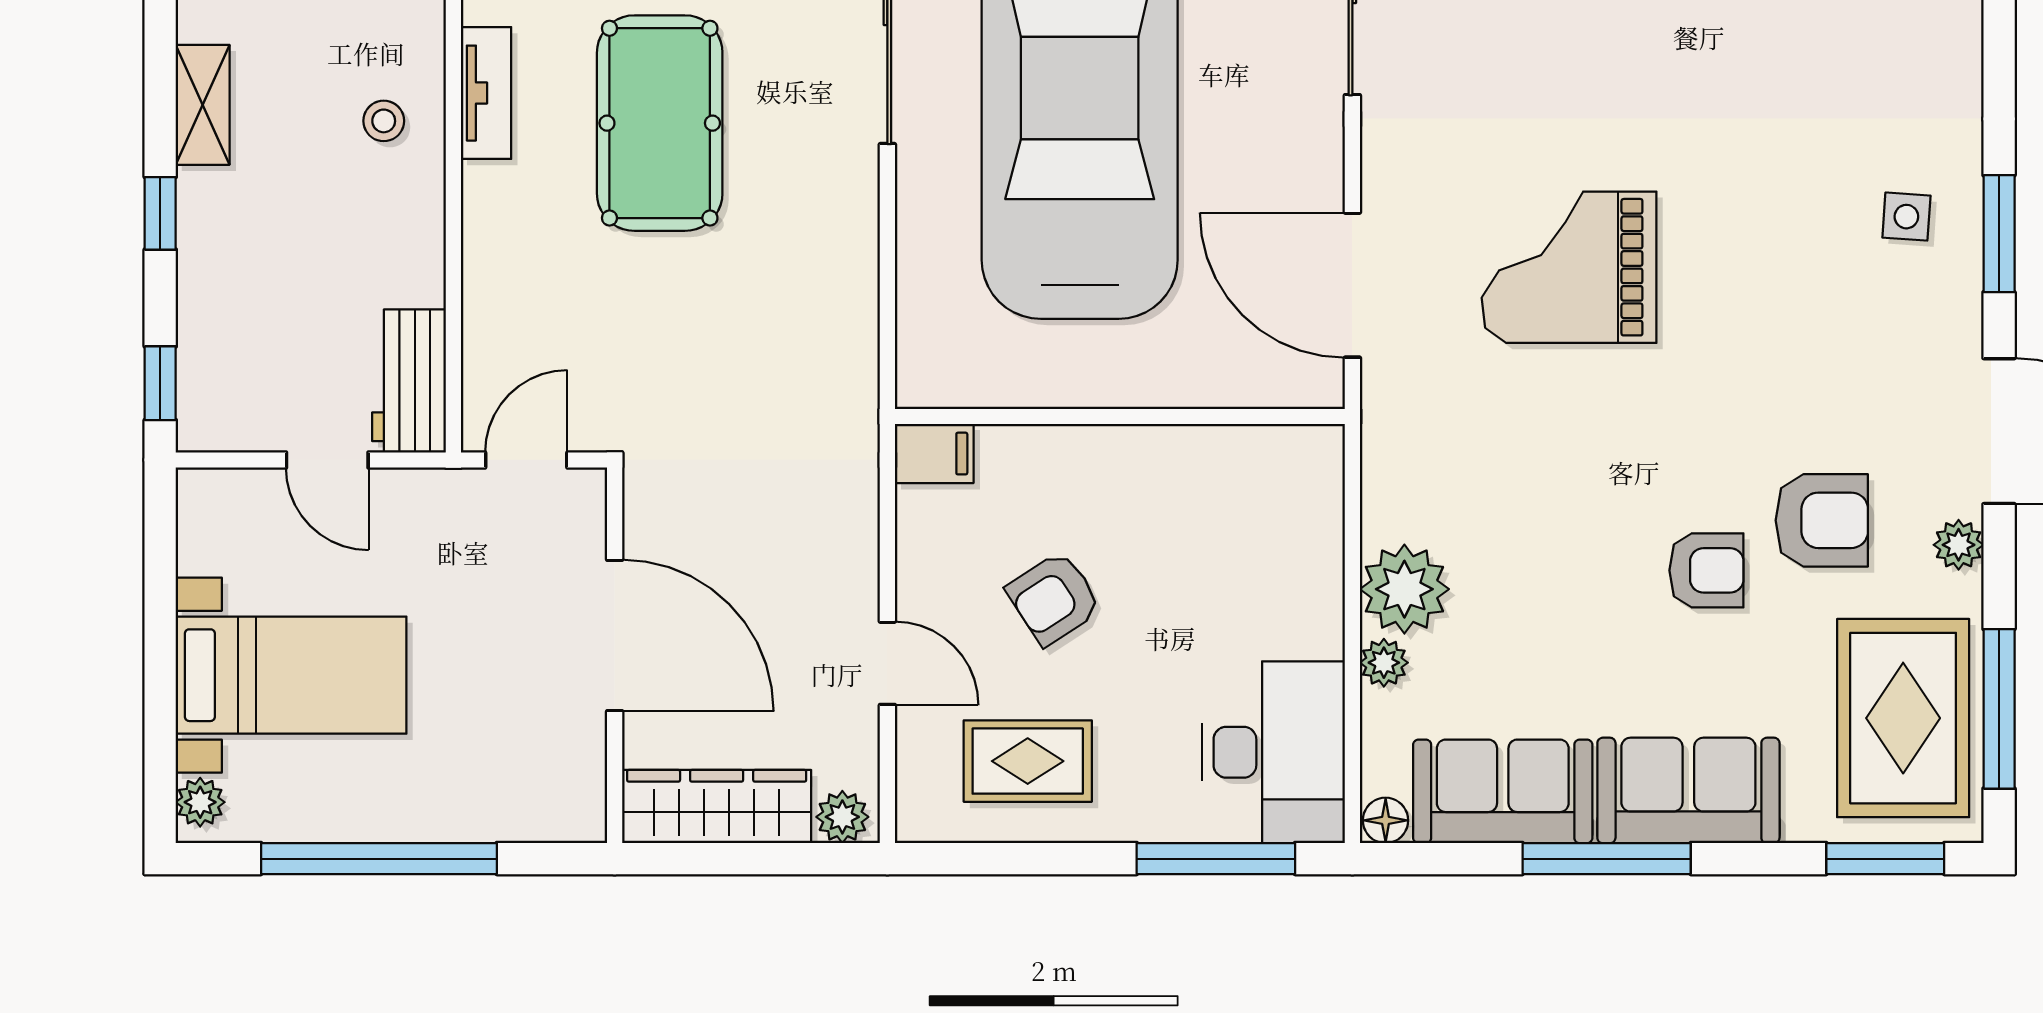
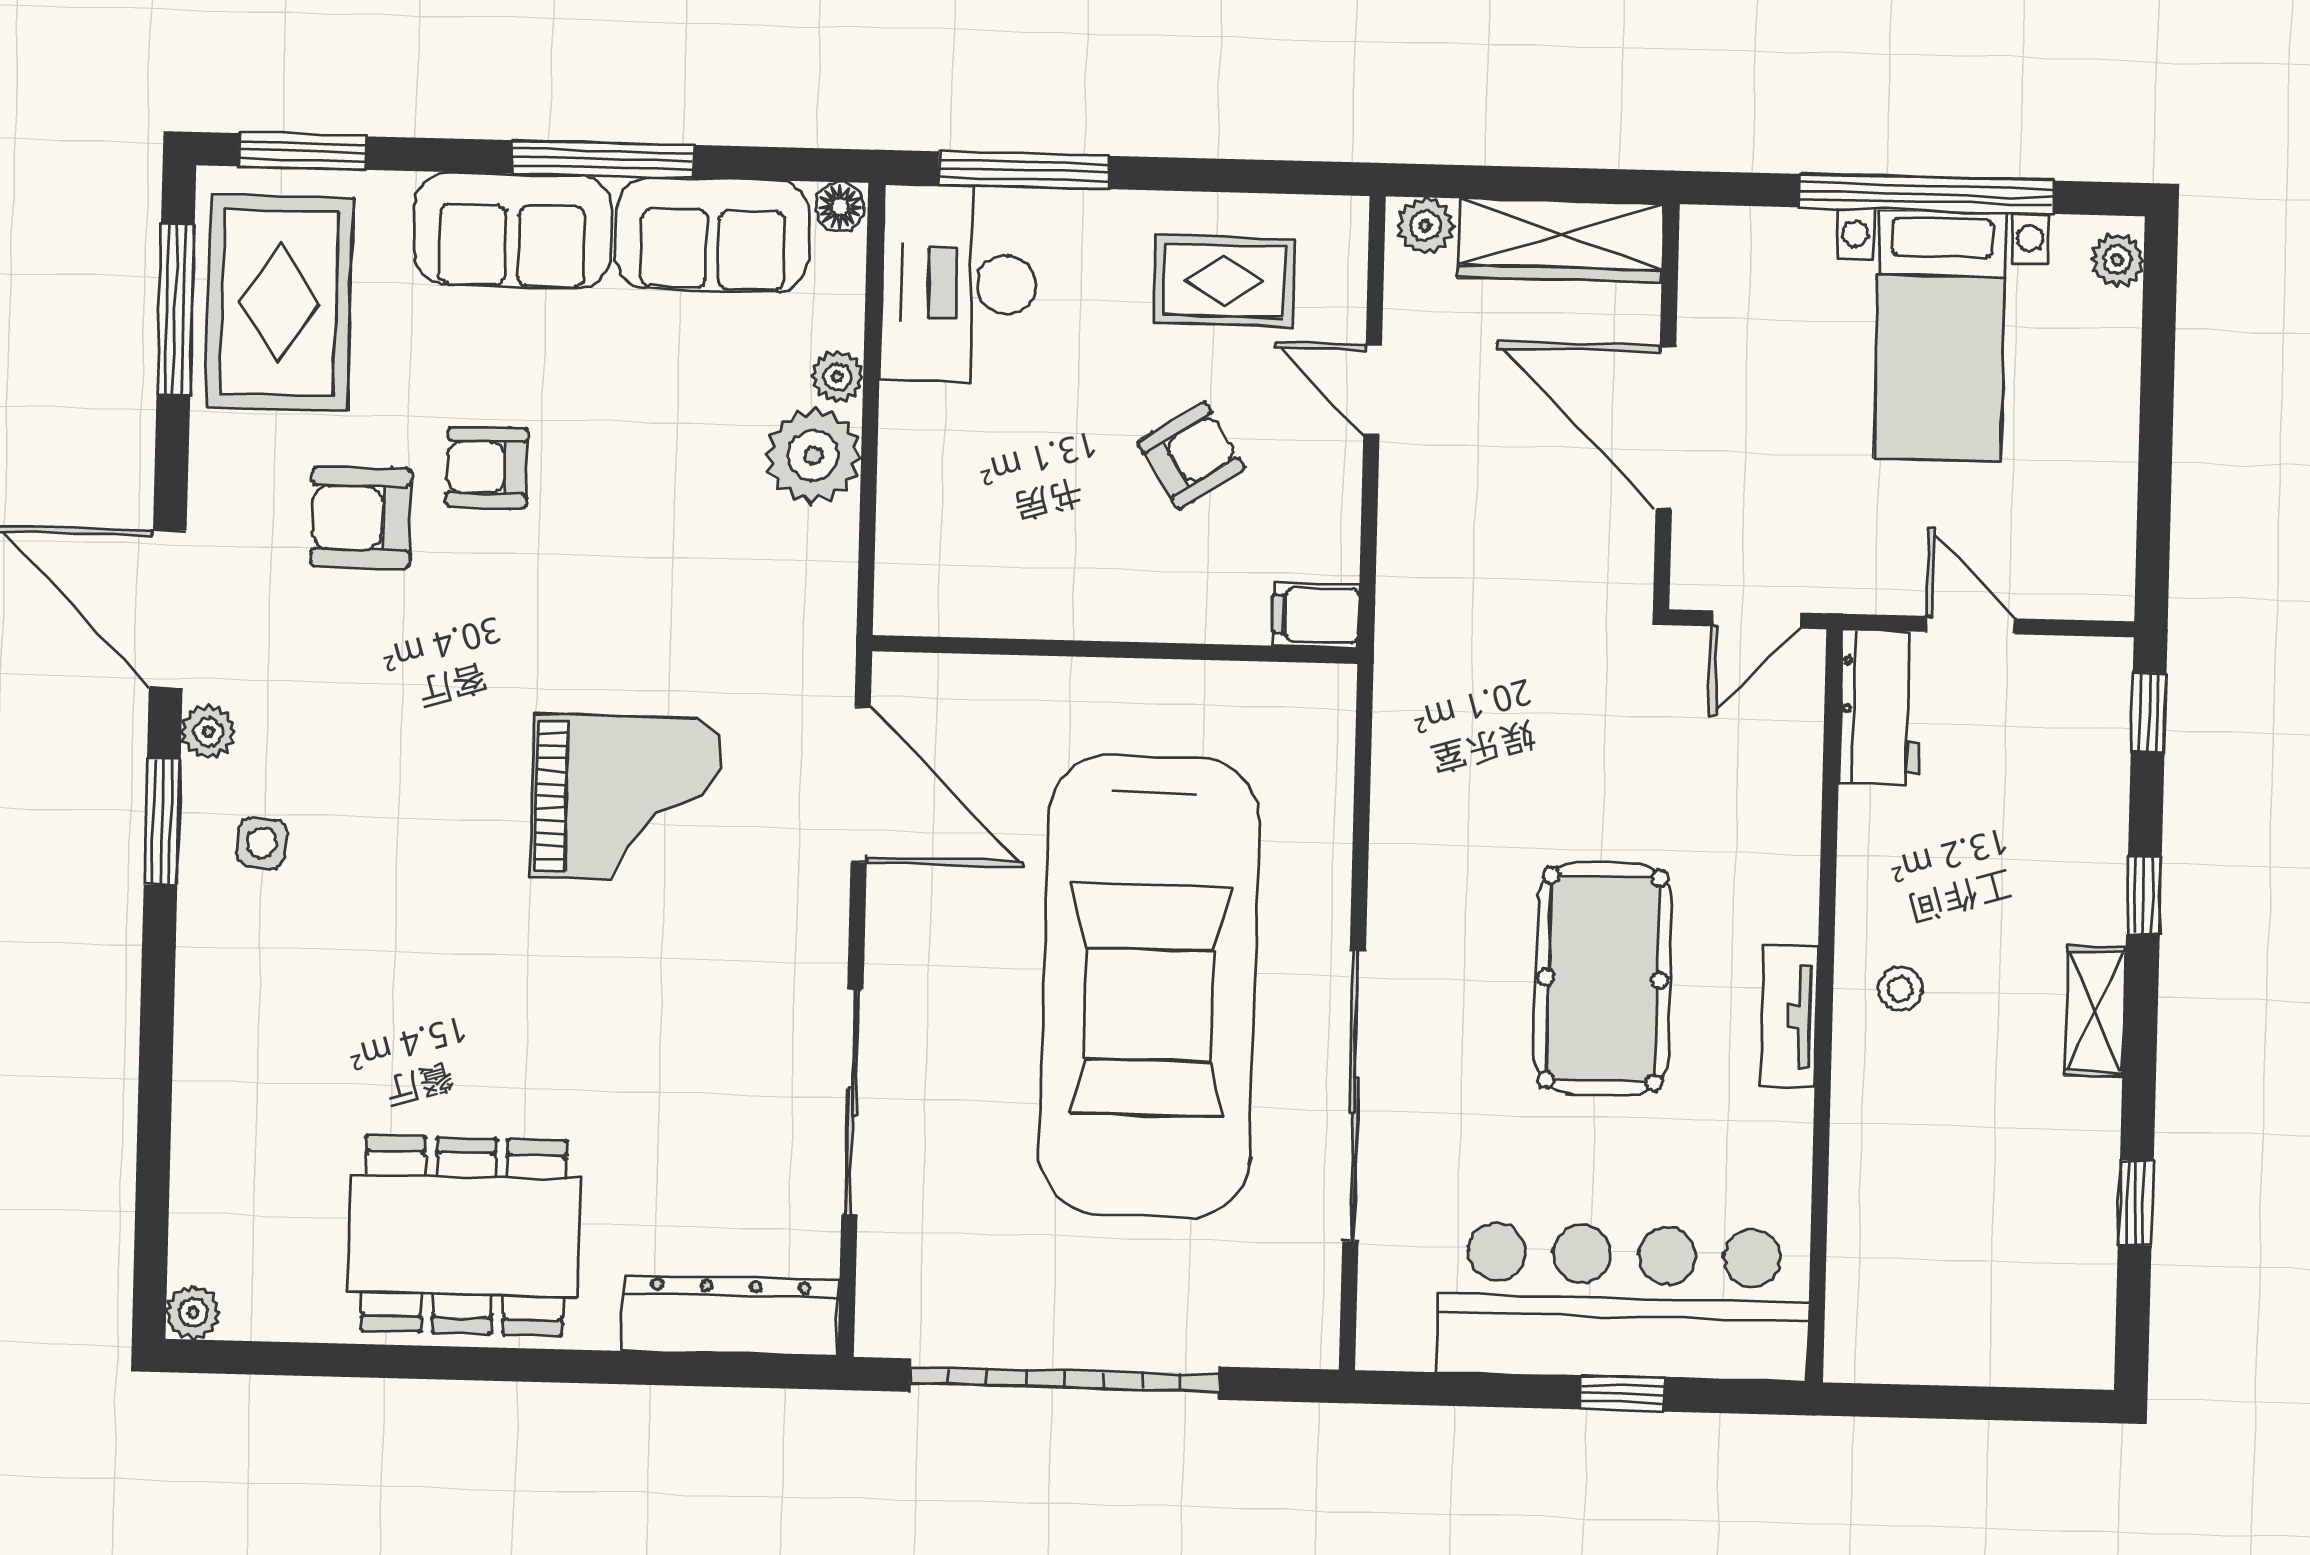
plant: (1959, 545) -> (208, 732), moved
bed with nightstands: (291, 675) -> (1940, 336), moved, turned -90

